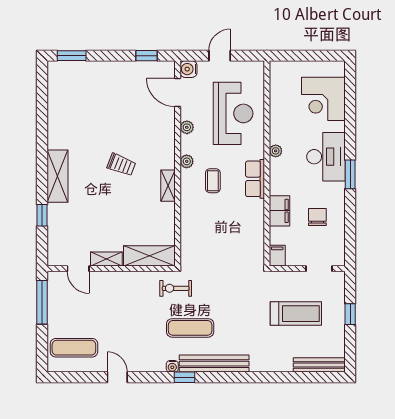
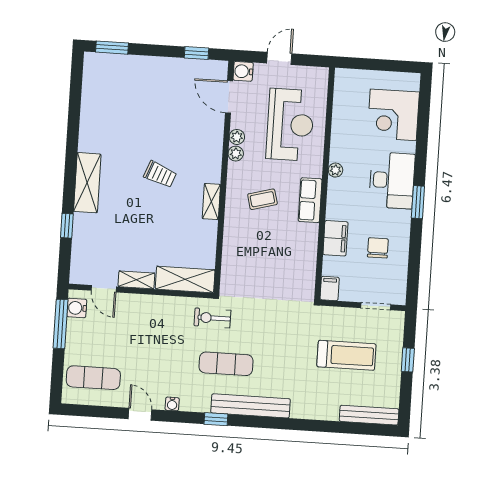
plant: (187, 161) -> (236, 154), moved
coffee table: (213, 181) -> (262, 199), turned 75
water cooler: (55, 287) -> (77, 308), added
water cooler: (172, 366) -> (172, 404), moved

